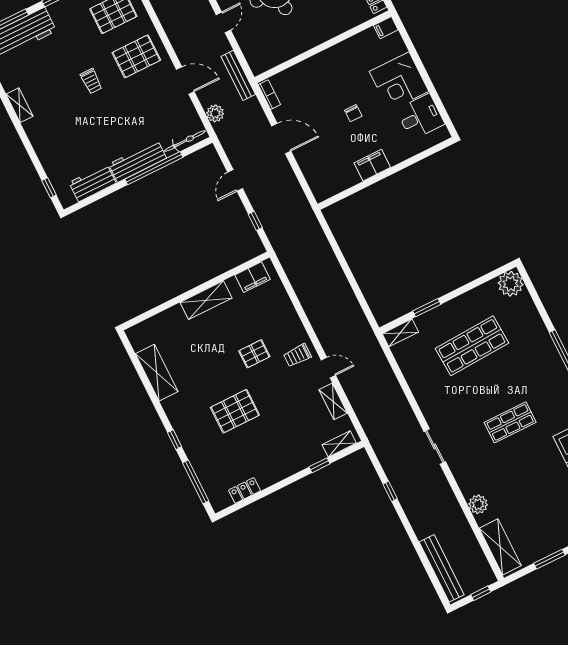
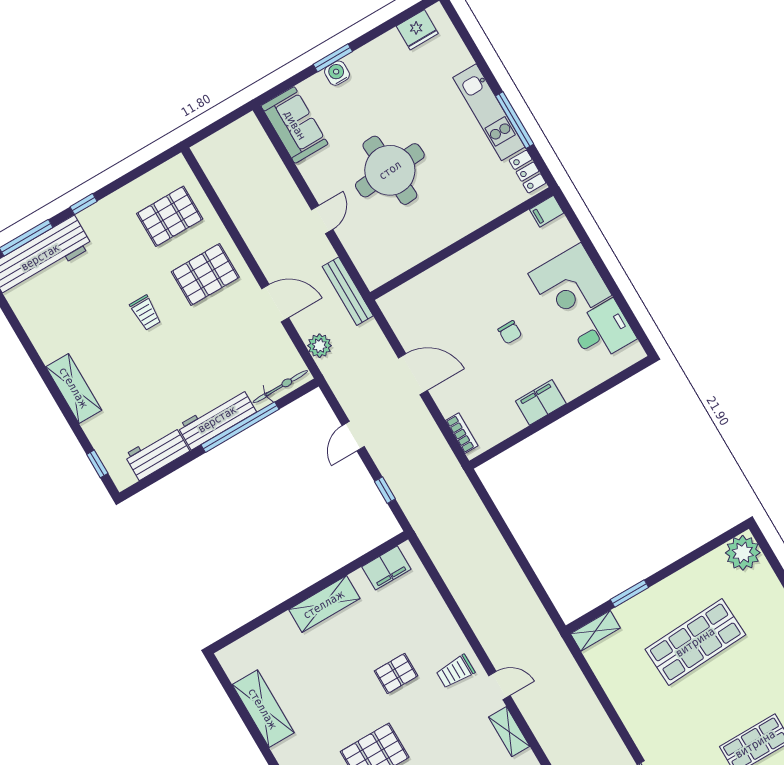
bookcase: (269, 95) -> (462, 433), moved
shelving: (20, 105) -> (74, 388), moved, width x1.50, depth x1.33

